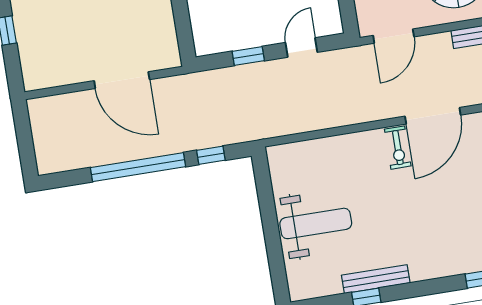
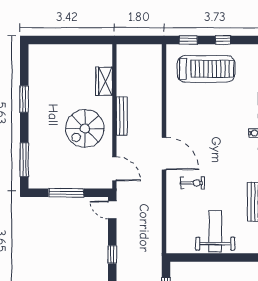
door: (301, 47) -> (112, 210), moved
exercise bike: (398, 148) -> (192, 183), moved

